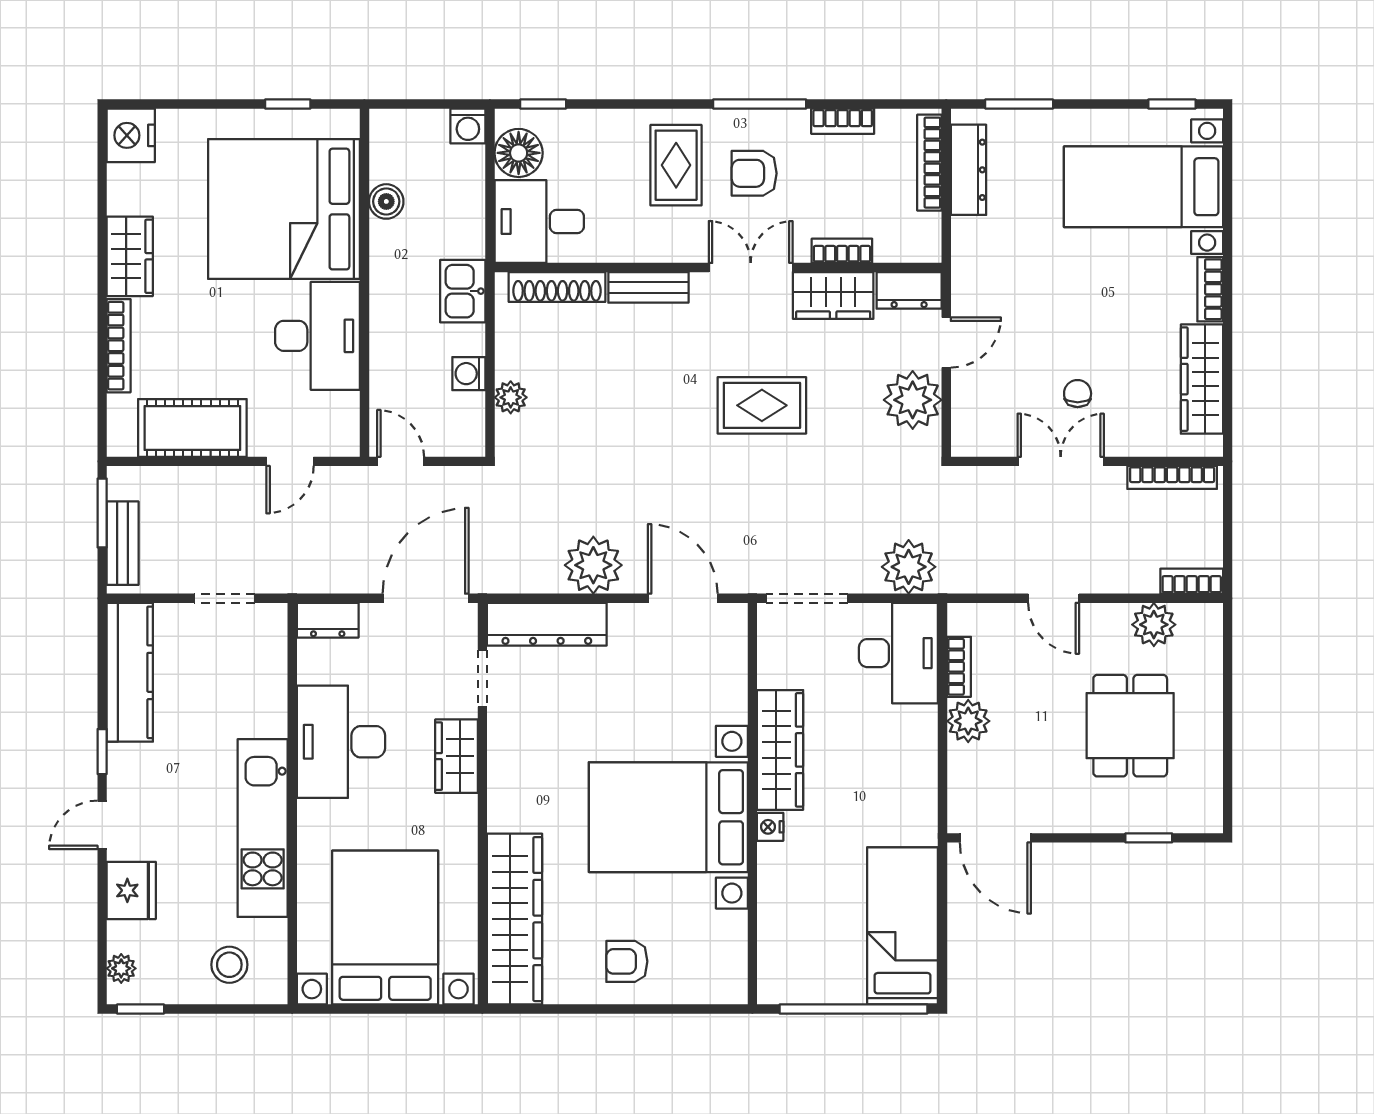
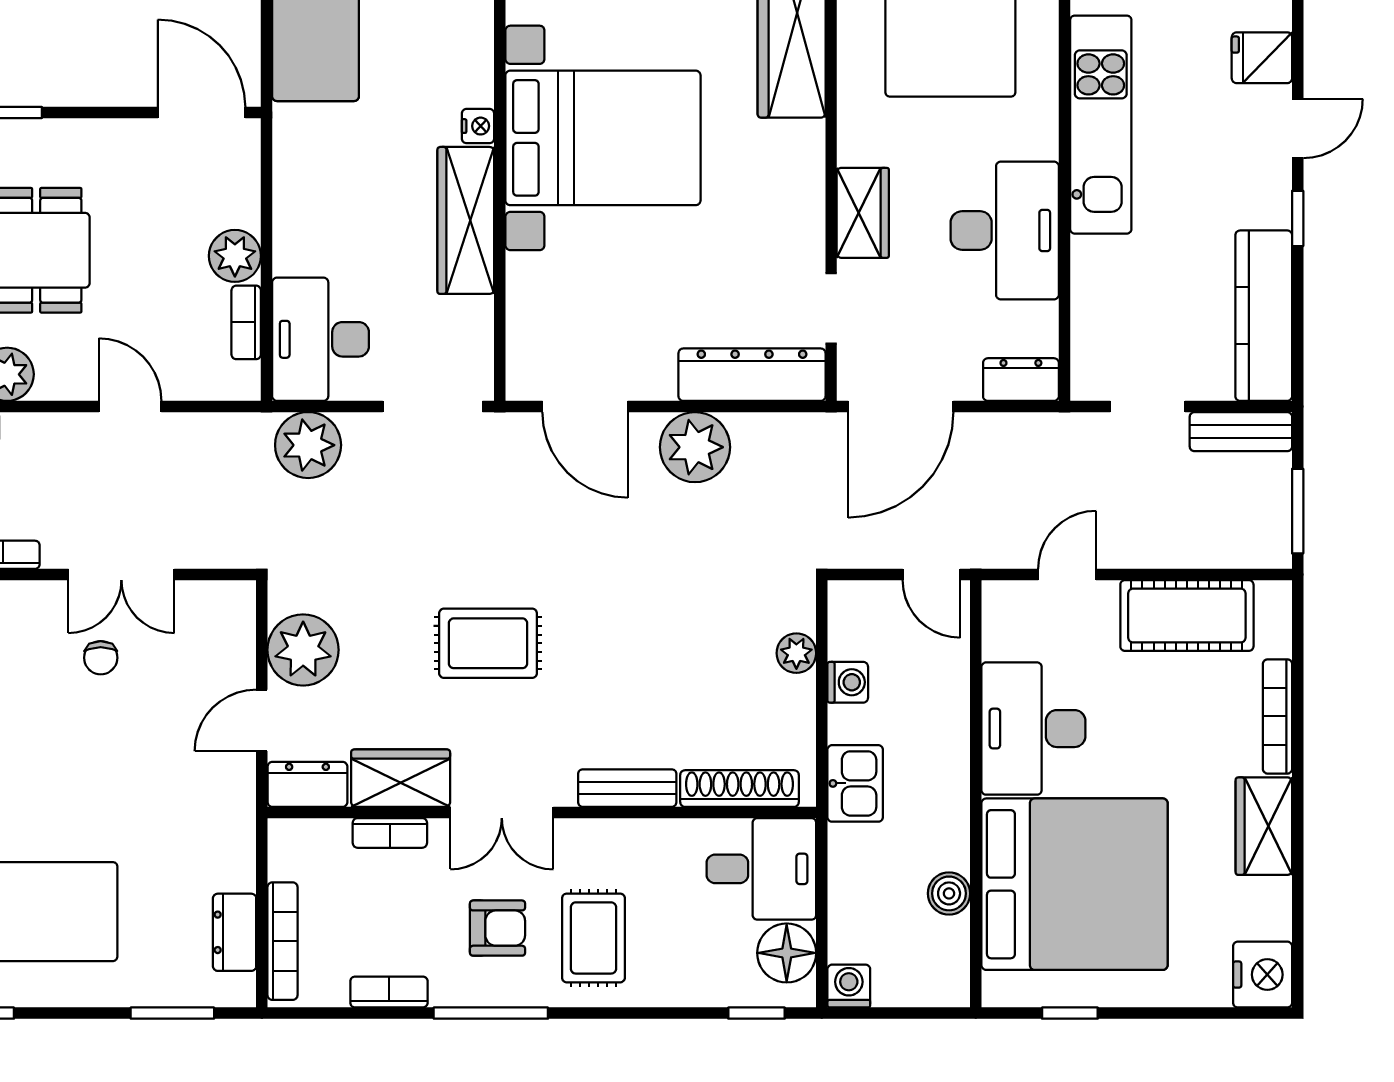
dresser: (968, 170) -> (235, 932), width x0.70
bench: (123, 543) -> (1241, 432), moved, turned 90
fridge: (131, 890) -> (1262, 58), width x0.72

